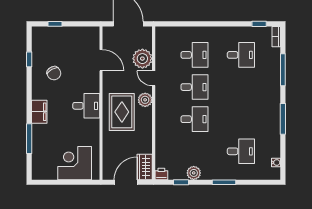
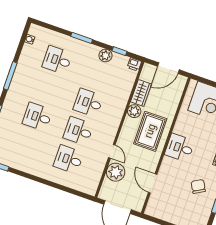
desk: (241, 55) -> (37, 117), moved
plant: (145, 100) -> (134, 111), moved
wardrobe: (145, 167) -> (141, 93), moved

